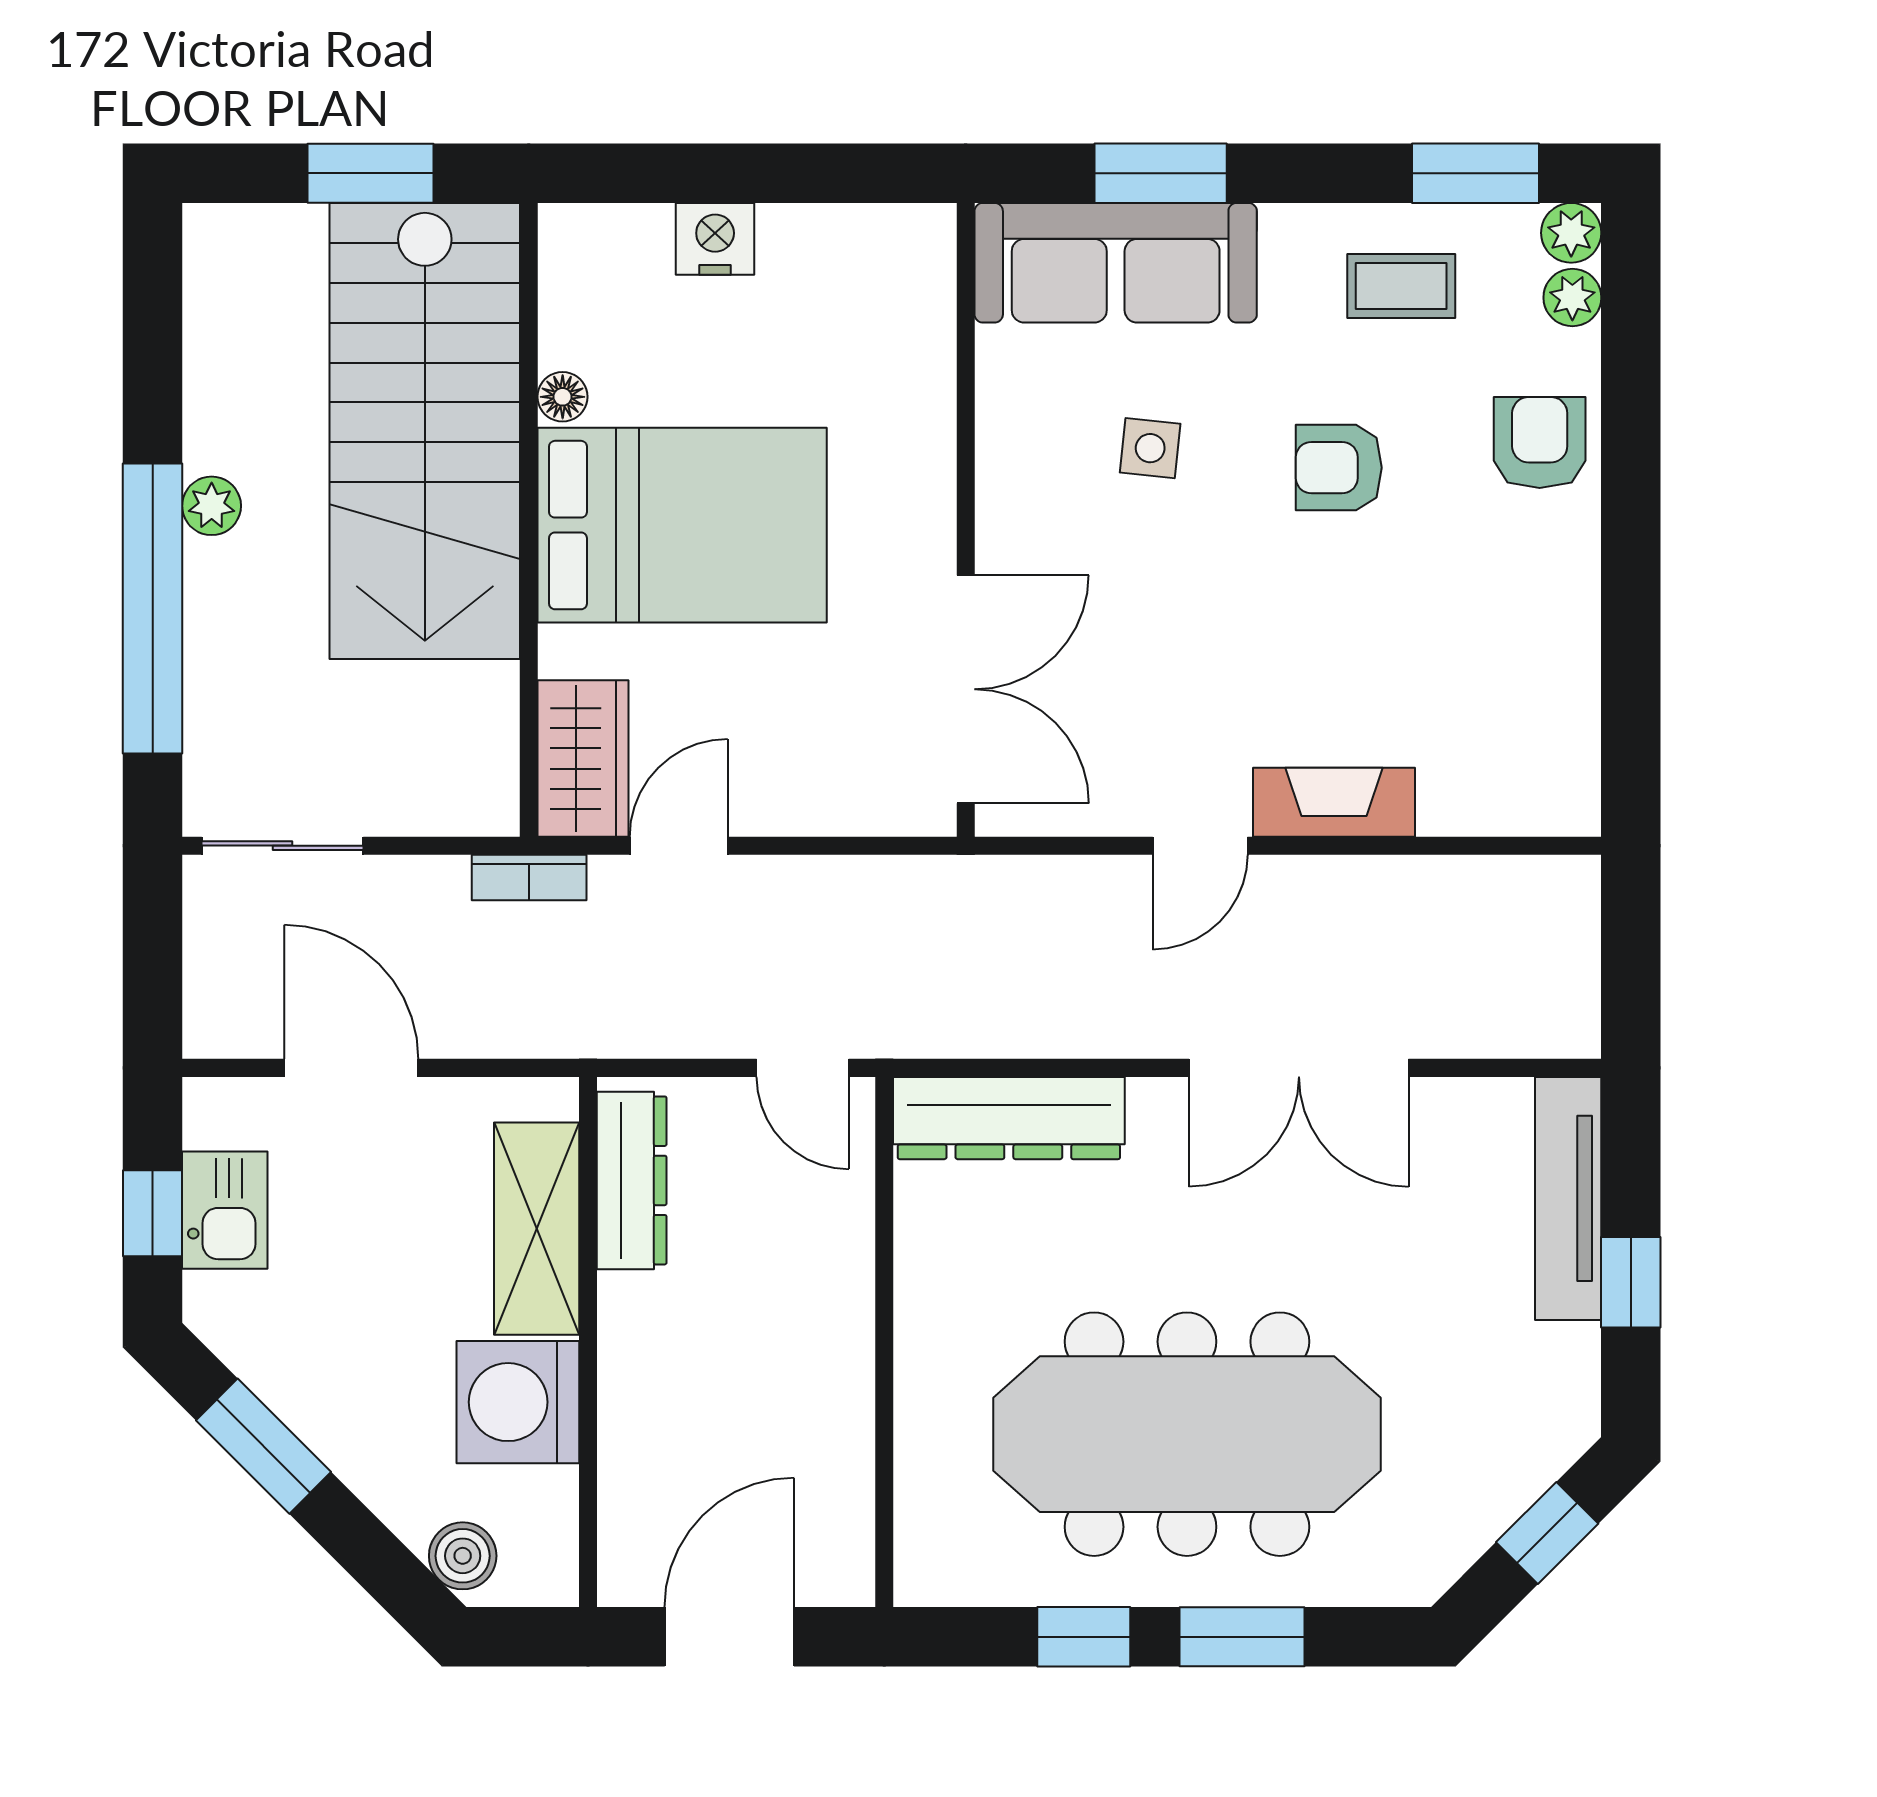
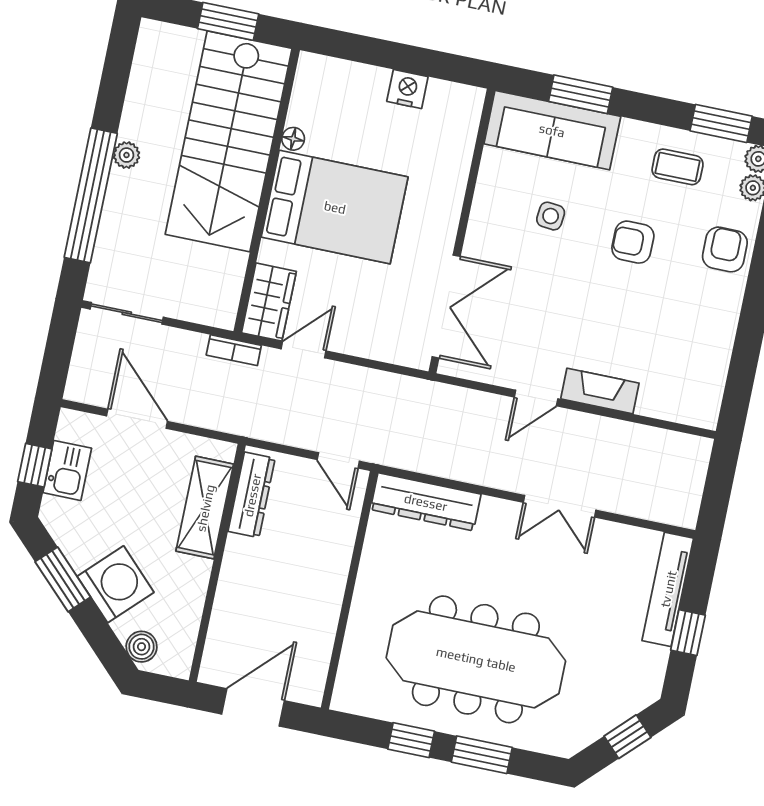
nightstand: (715, 239) -> (407, 89), moved
double door: (1299, 1068) -> (560, 506), width x0.73
washing machine: (518, 1402) -> (116, 584), moved, turned 135

